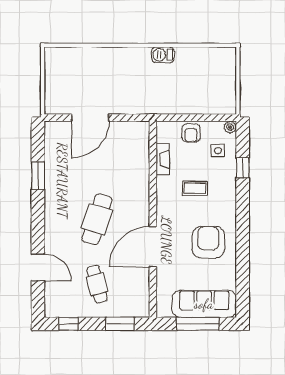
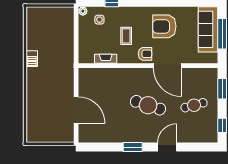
armchair: (191, 133) -> (145, 54), moved
window: (38, 176) -> (133, 147), moved
door: (38, 267) -> (167, 147), moved

